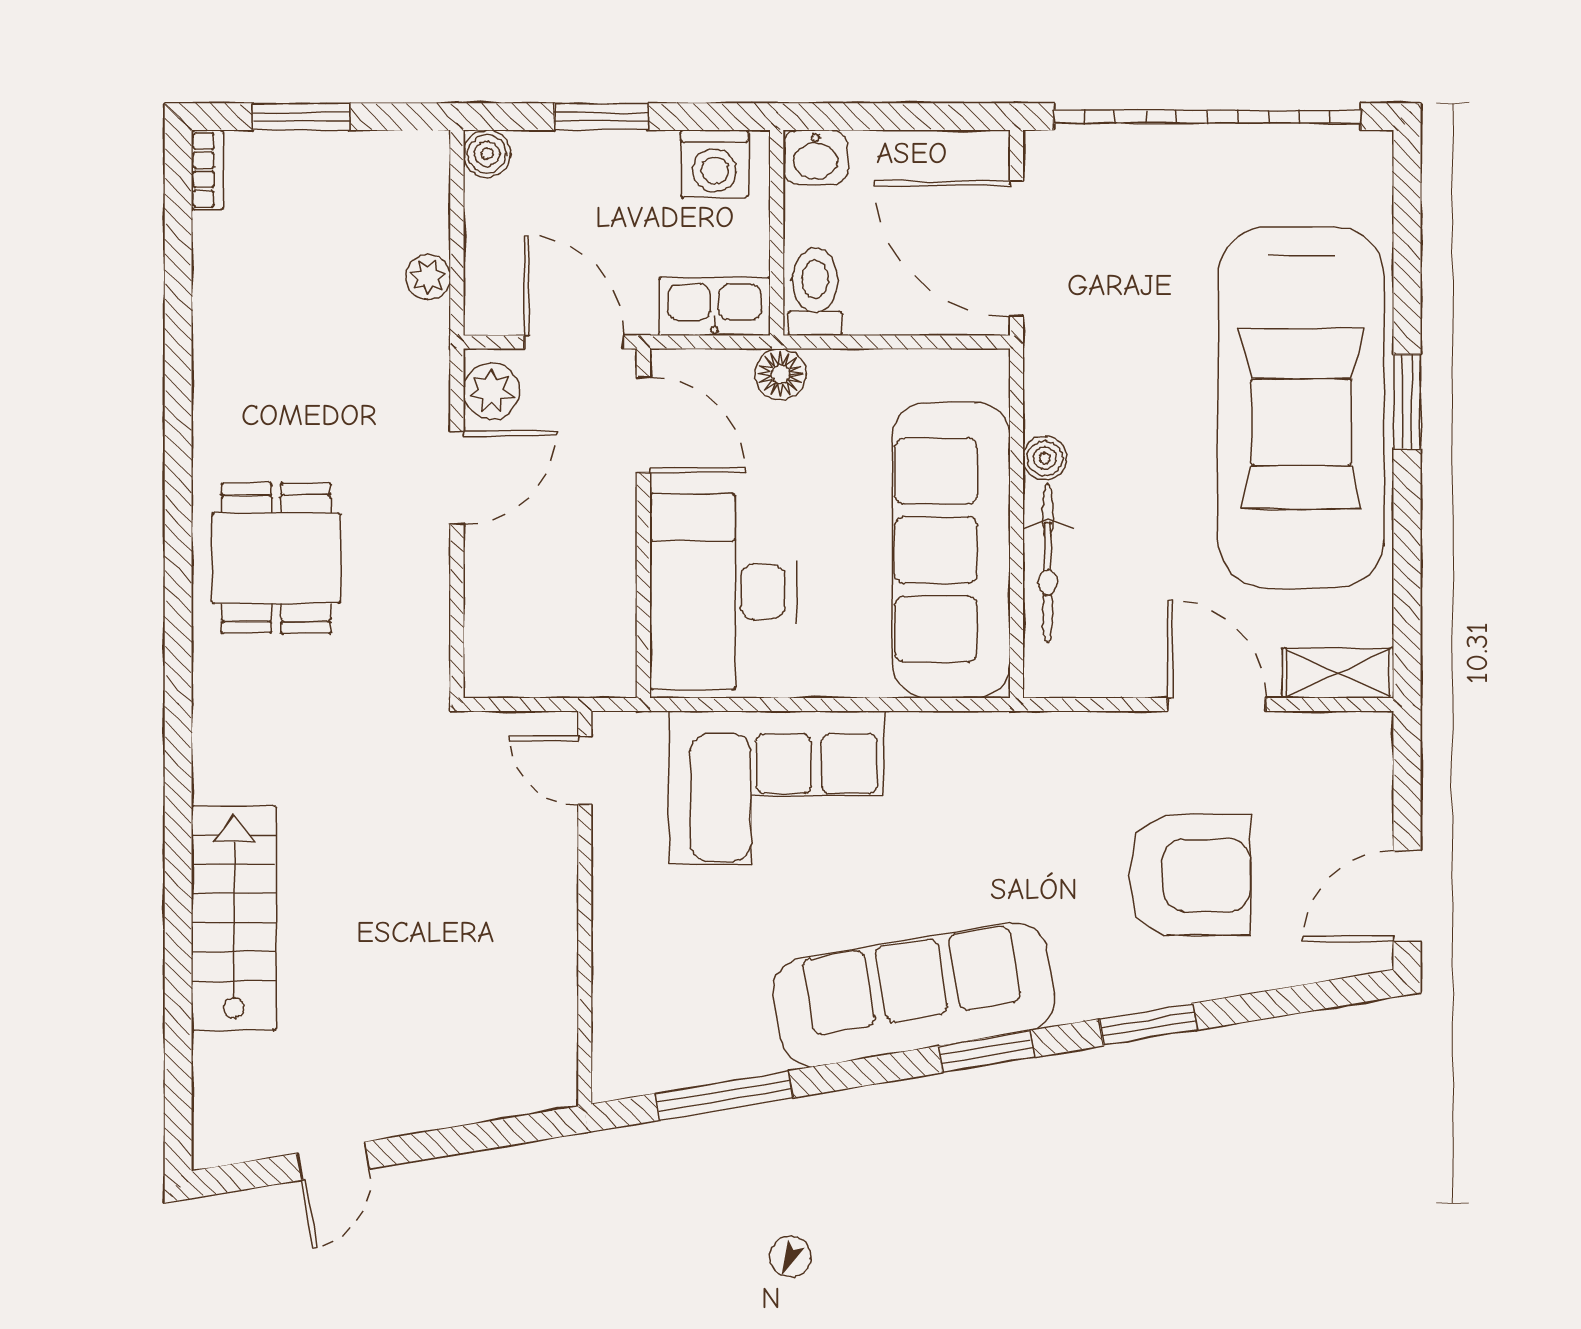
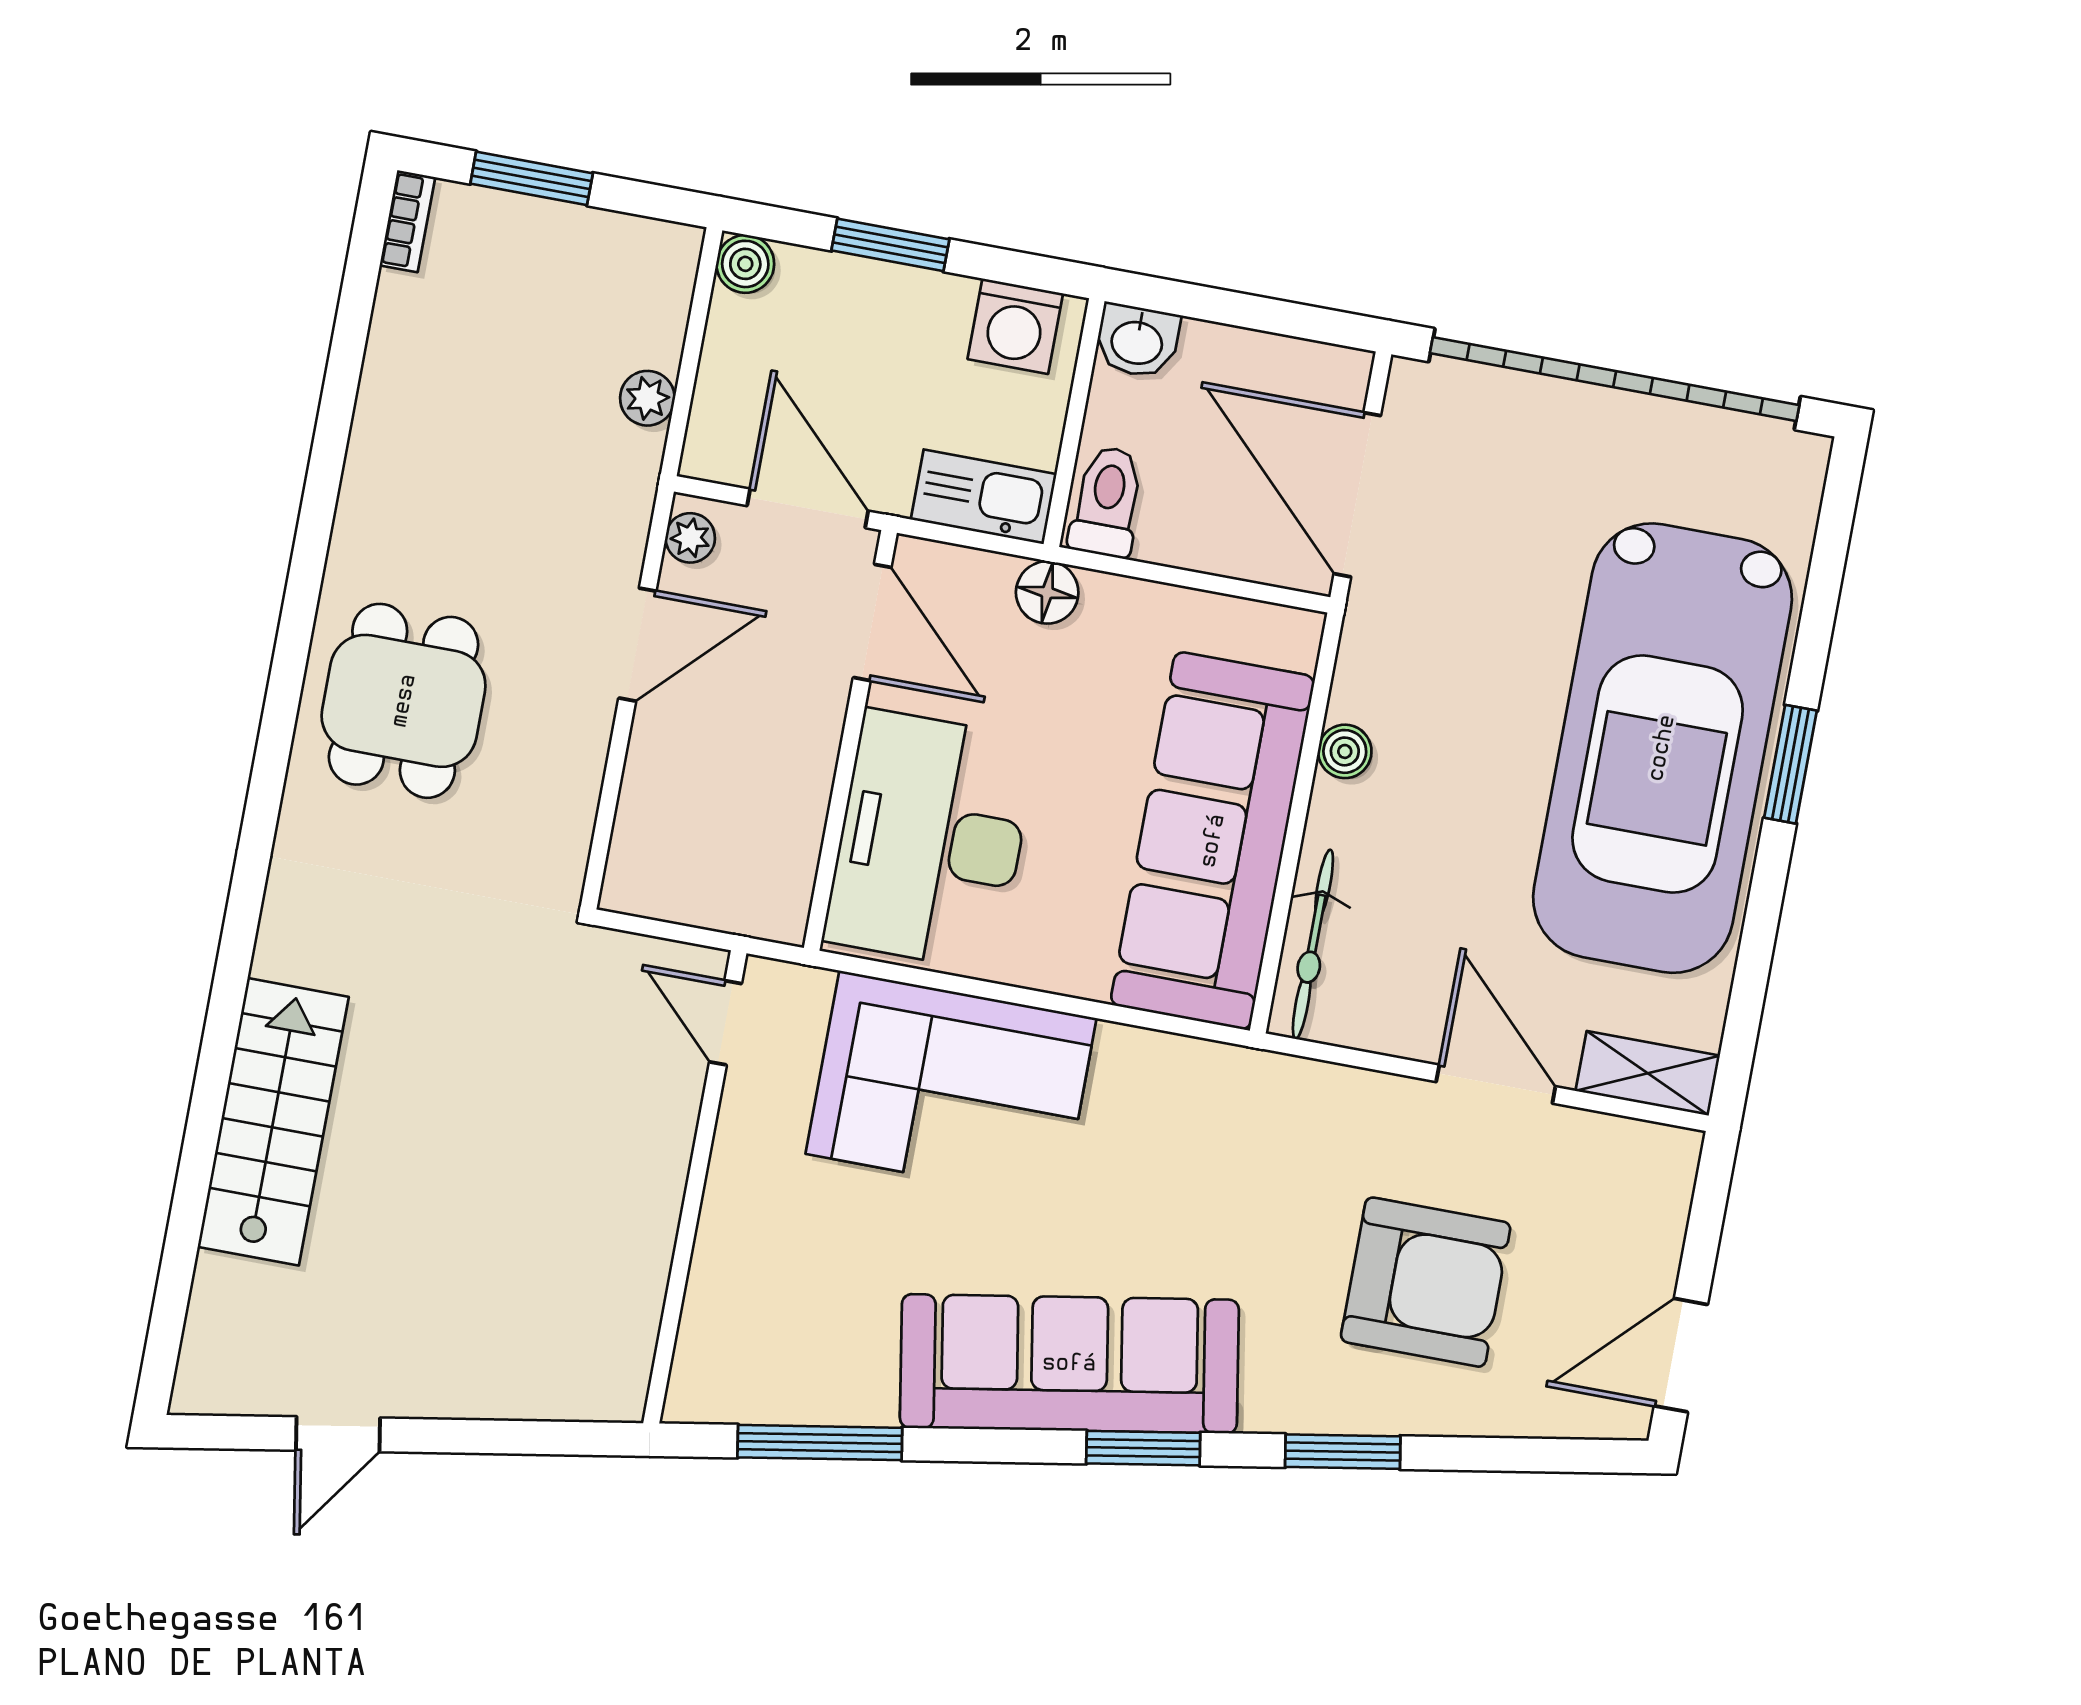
plant: (491, 391) -> (690, 538), width x0.73, depth x0.73
bicycle: (1048, 564) -> (1313, 944), moved

